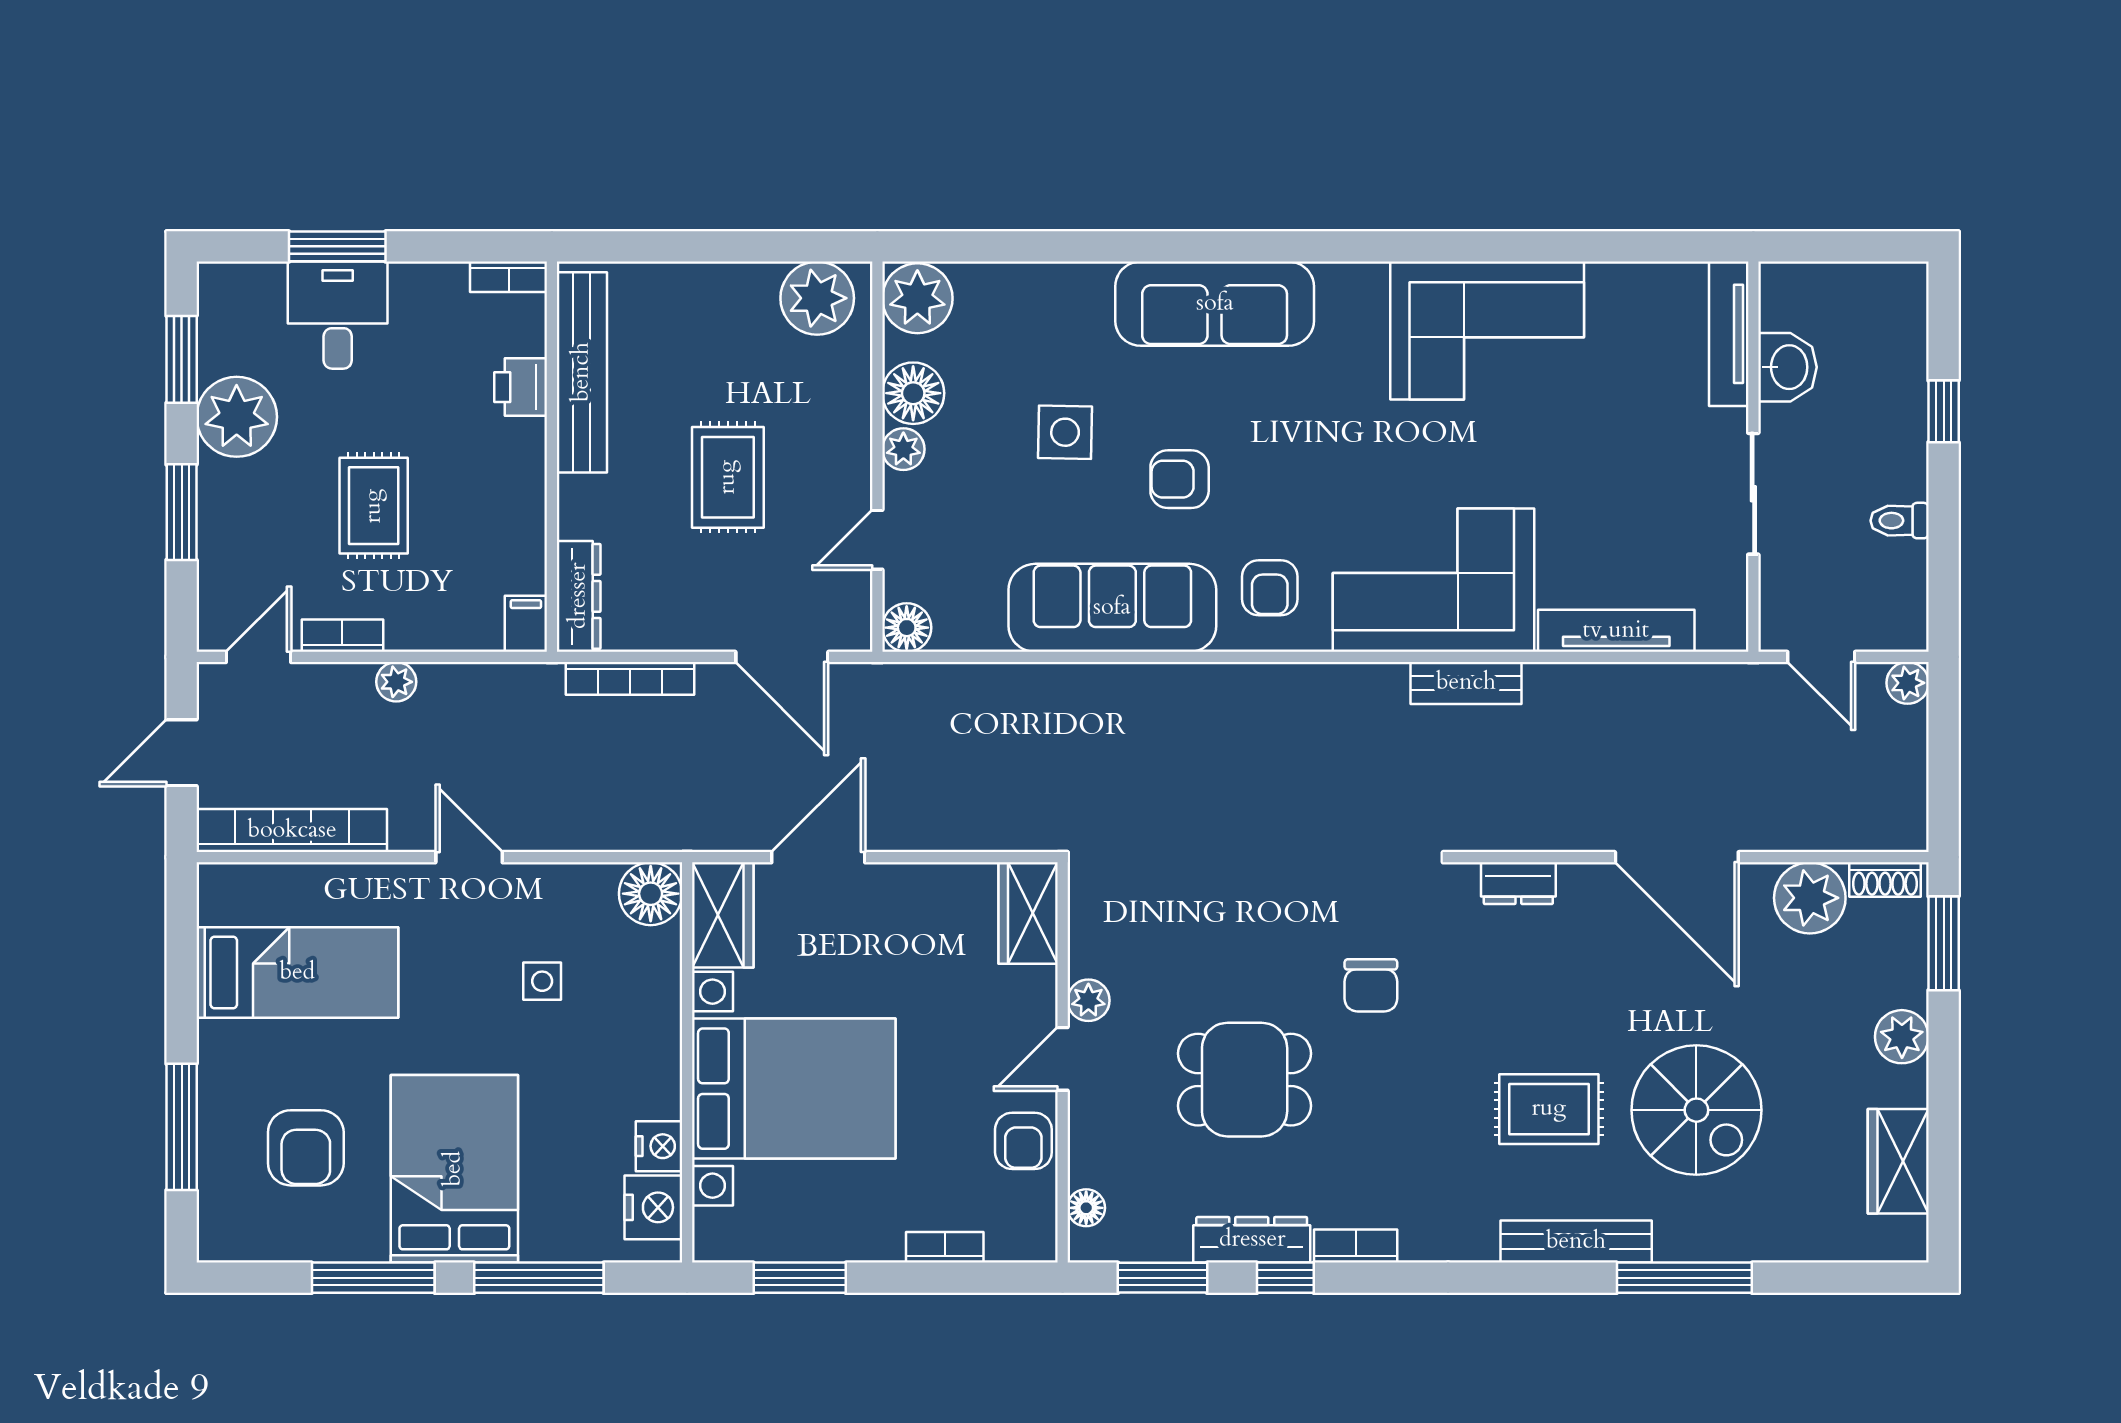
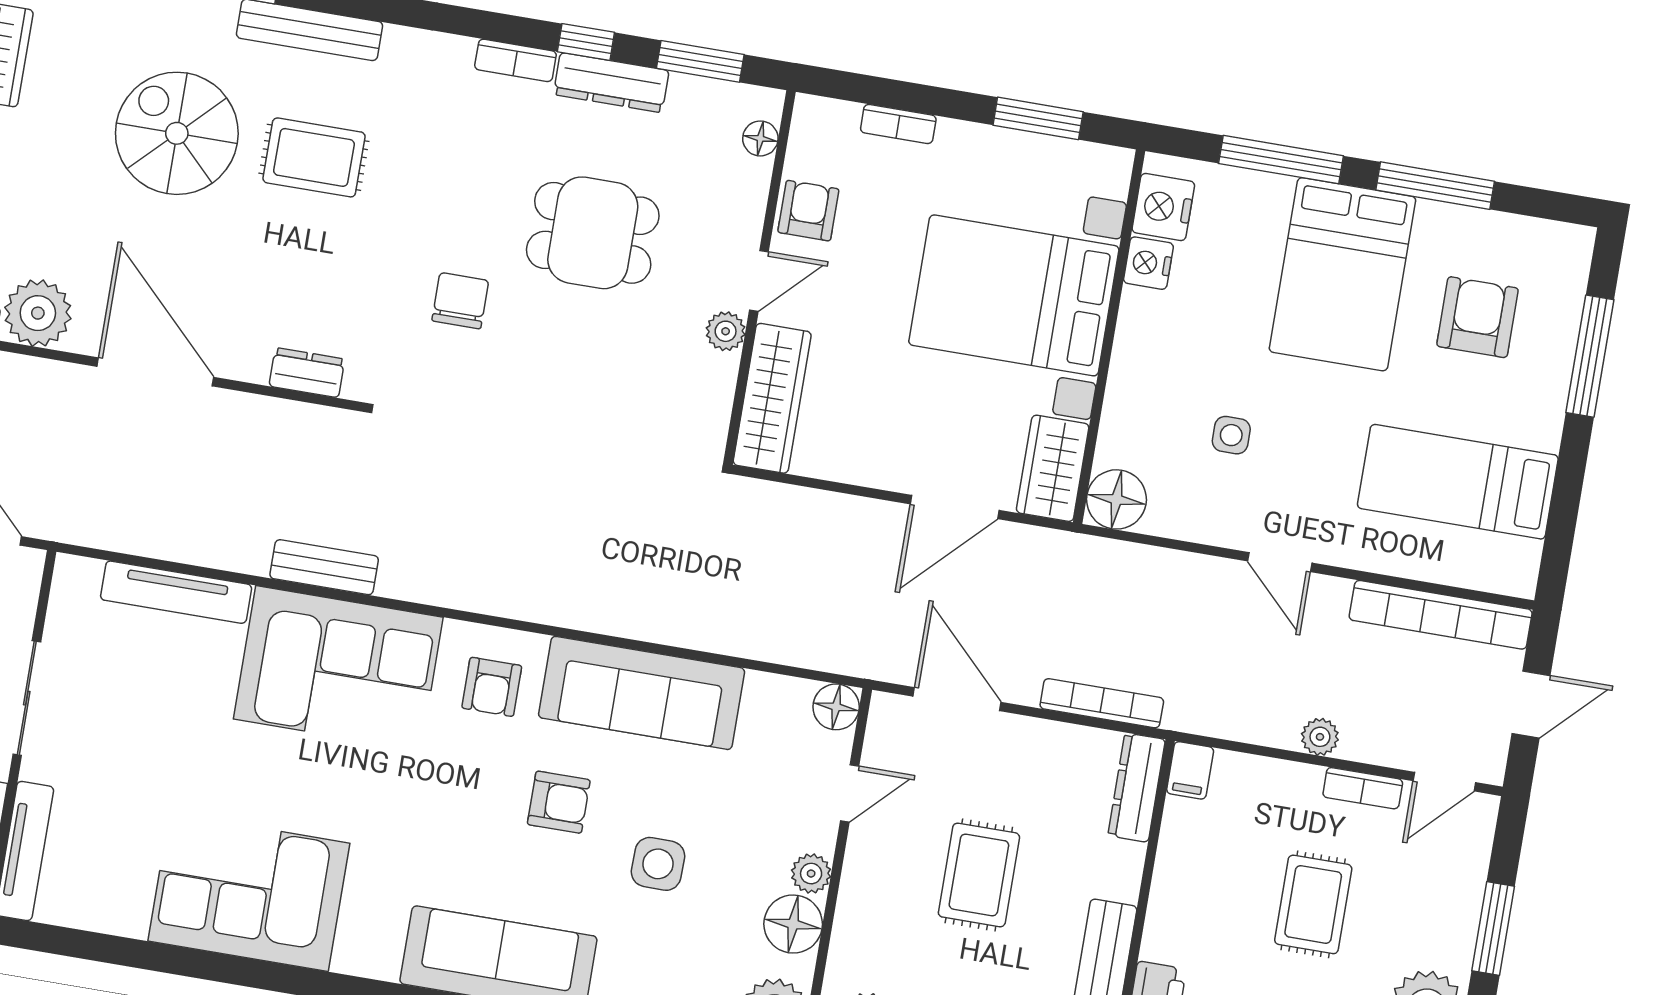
armchair: (1270, 588) -> (492, 687), turned 180
wardrobe: (1028, 913) -> (772, 398), width x1.50

